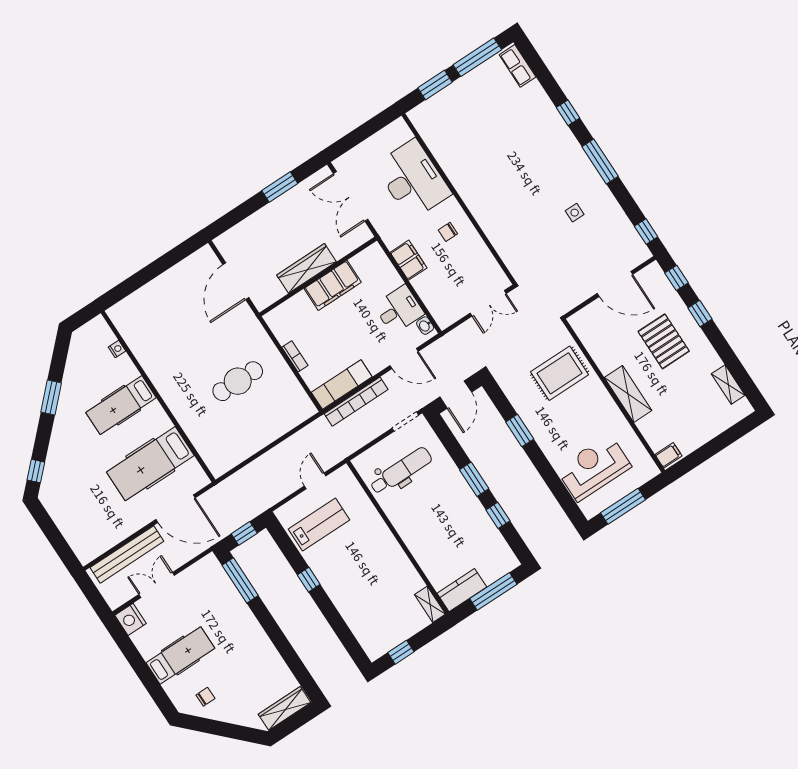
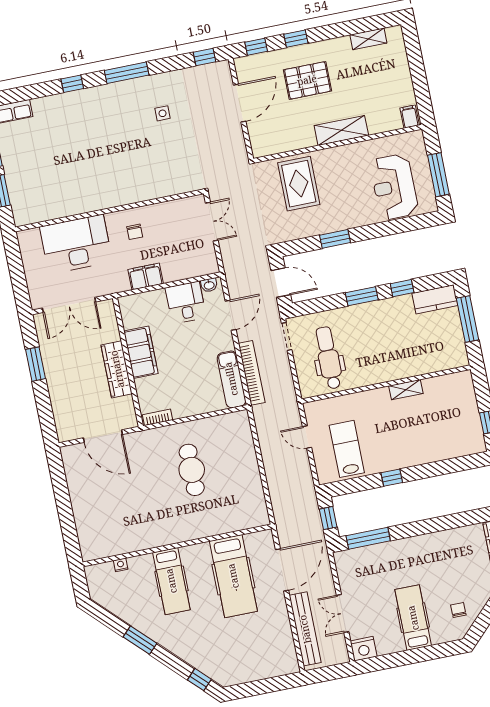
bookcase: (295, 356) -> (157, 417), moved
kitchen counter: (462, 590) -> (435, 299), moved, turned -90
shelving: (430, 604) -> (406, 390), moved

